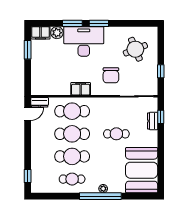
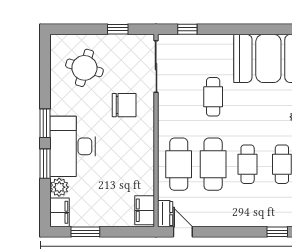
round table: (135, 49) -> (84, 68), turned 38
filing cabinet: (81, 89) -> (145, 210), moved
dresser: (153, 121) -> (194, 42), removed
cafe table: (72, 156) -> (248, 164), width x0.73, depth x0.74

